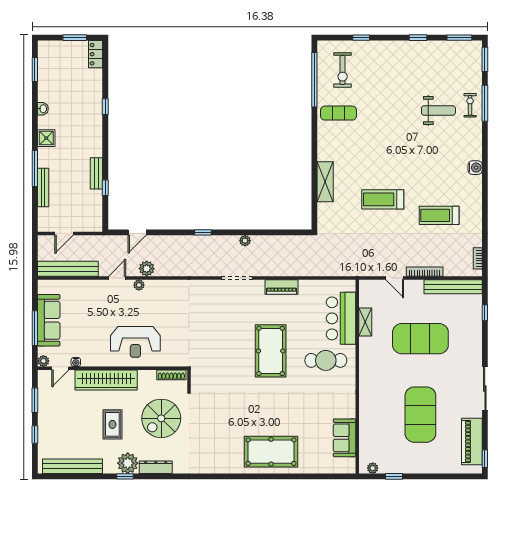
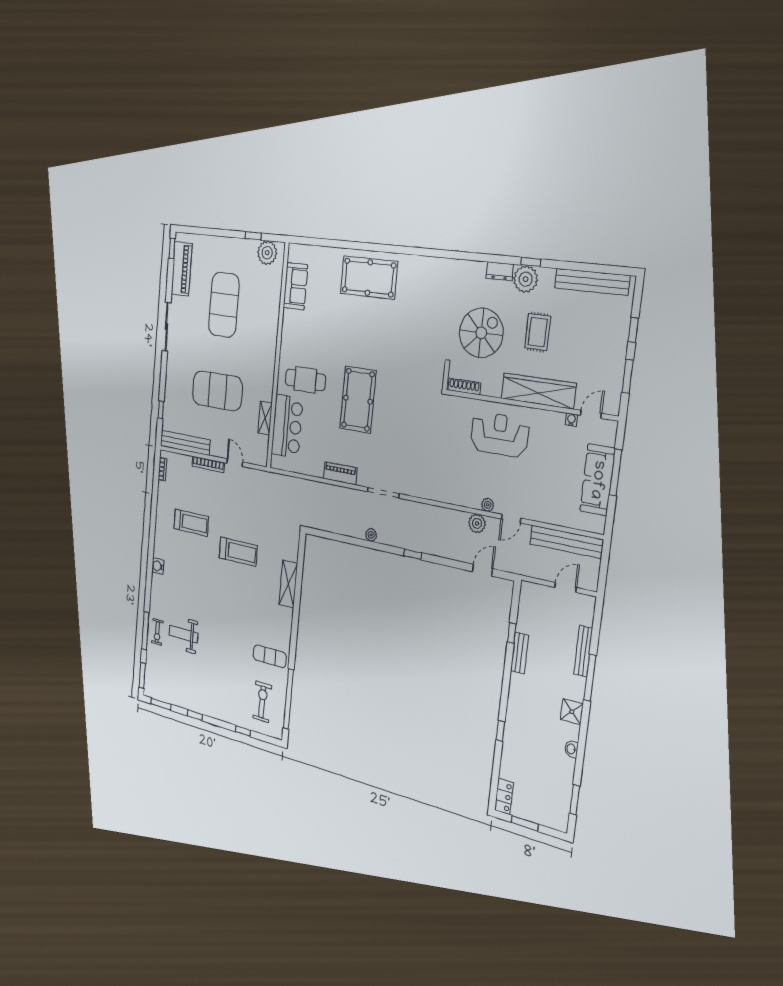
plant: (43, 361) -> (611, 427), removed
dresser: (156, 467) -> (500, 271), width x0.70
plant: (373, 468) -> (267, 253), width x1.87, depth x1.87

